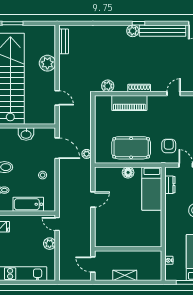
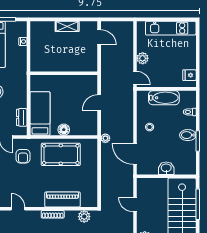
door: (174, 94) -> (18, 209), swing flipped
plant: (87, 154) -> (105, 138), moved
wall: (128, 249) -> (64, 73), moved

